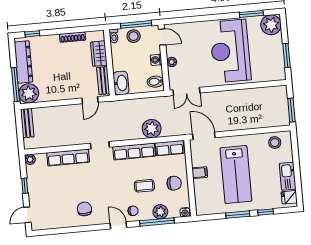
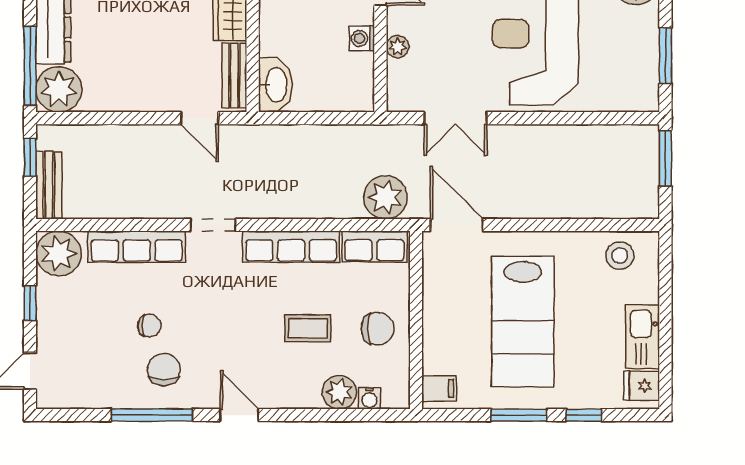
bidet: (155, 82) -> (355, 89), removed
double door: (186, 91) -> (456, 118), moved
door: (90, 100) -> (200, 118), hinge flipped
window: (291, 110) -> (665, 158), moved
bench: (27, 123) -> (49, 185), moved
window: (19, 124) -> (30, 157), added
plant: (152, 129) -> (386, 197), moved
plant: (30, 159) -> (59, 254), width x1.88, depth x1.88
filing cabinet: (200, 173) -> (439, 388), moved
chair: (133, 211) -> (149, 326), moved
water cooler: (185, 212) -> (369, 398), moved
window: (157, 222) -> (152, 415), moved

